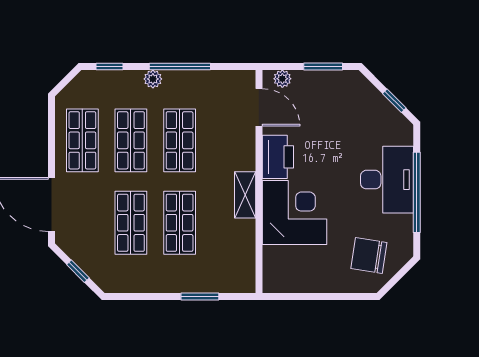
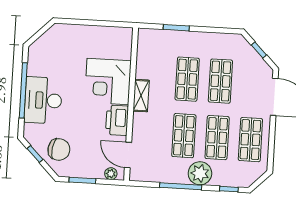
plant: (153, 79) -> (200, 173), width x1.88, depth x1.88
chair: (369, 256) -> (59, 149), moved

